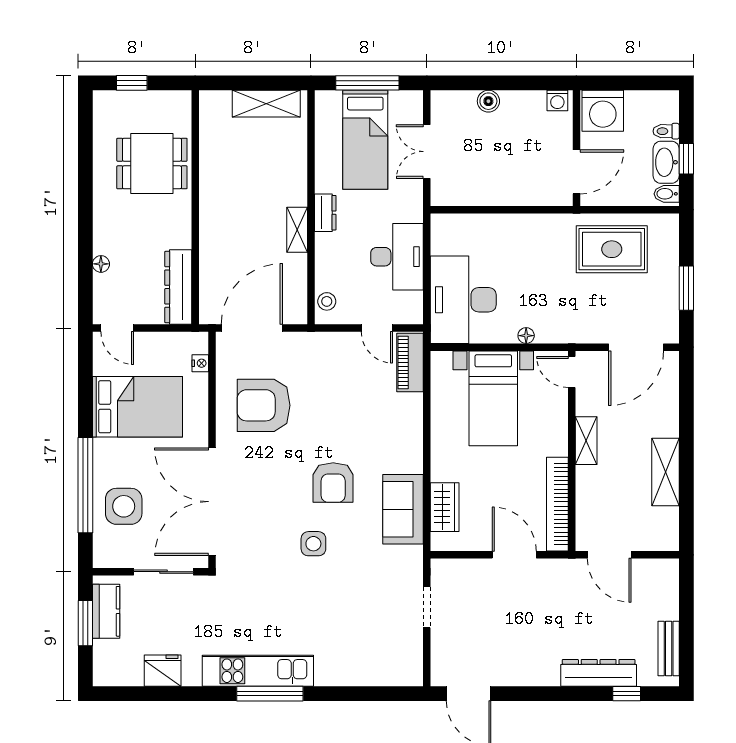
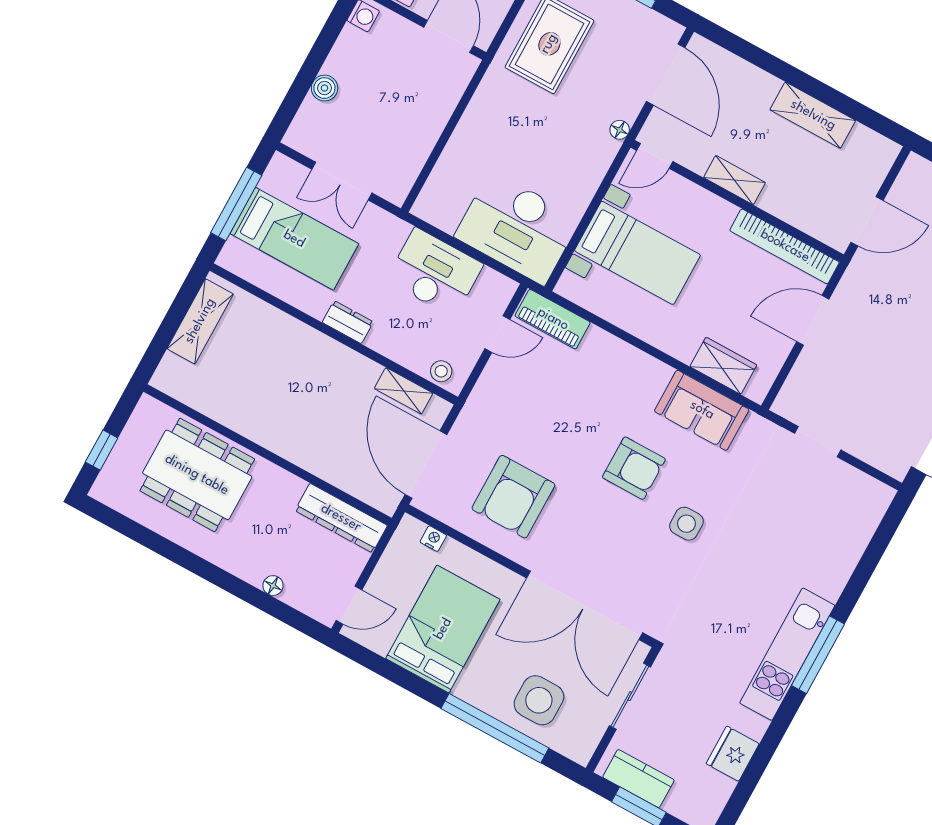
dining table: (152, 164) -> (197, 475), width x1.38
shelving: (297, 230) -> (404, 391), moved
floor lamp: (526, 336) -> (620, 130), moved

